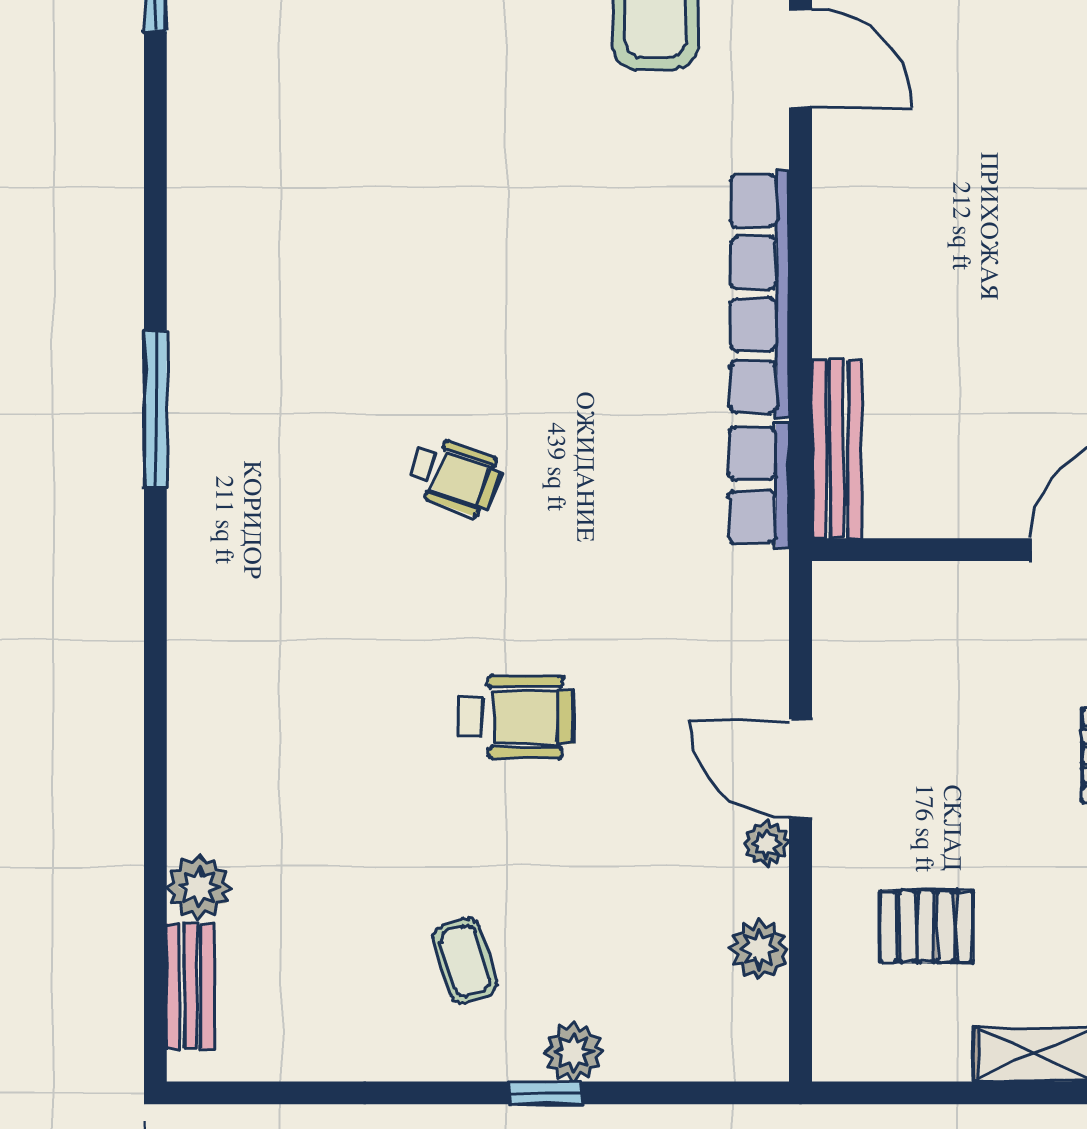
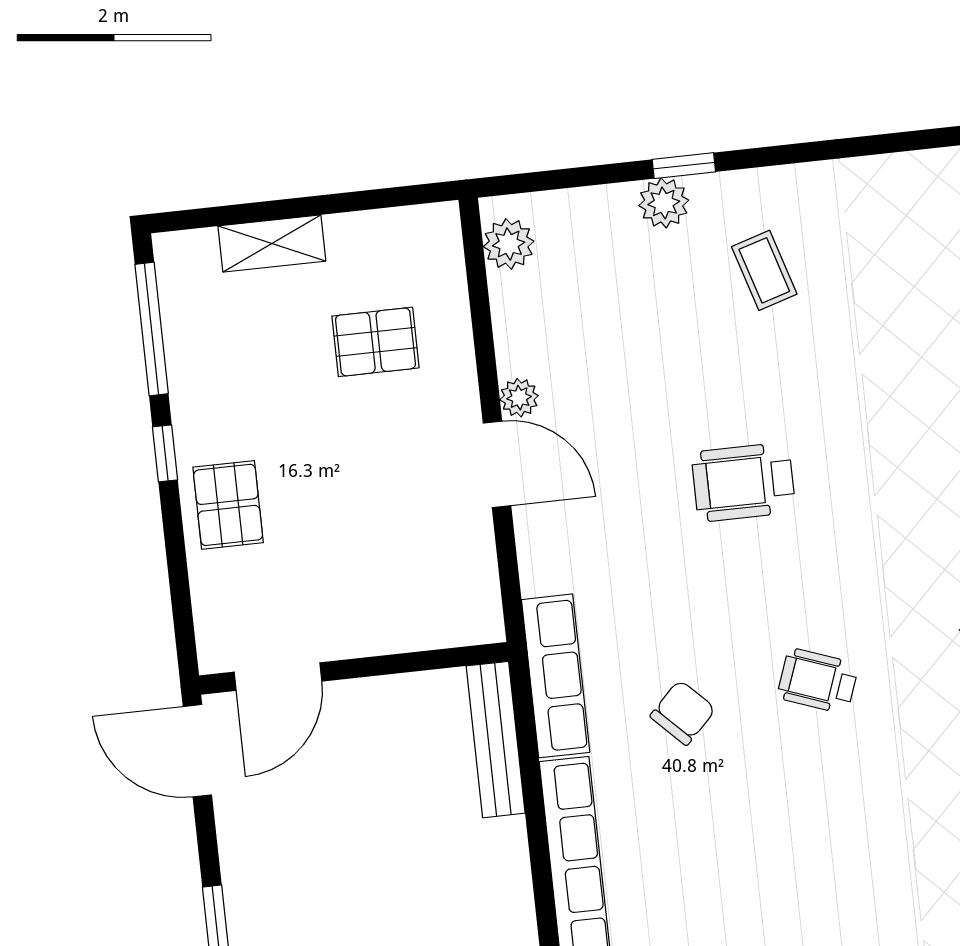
chair: (616, 457) -> (683, 713), added
row of seats: (759, 485) -> (556, 676), width x1.48
plant: (759, 949) -> (509, 244), moved

